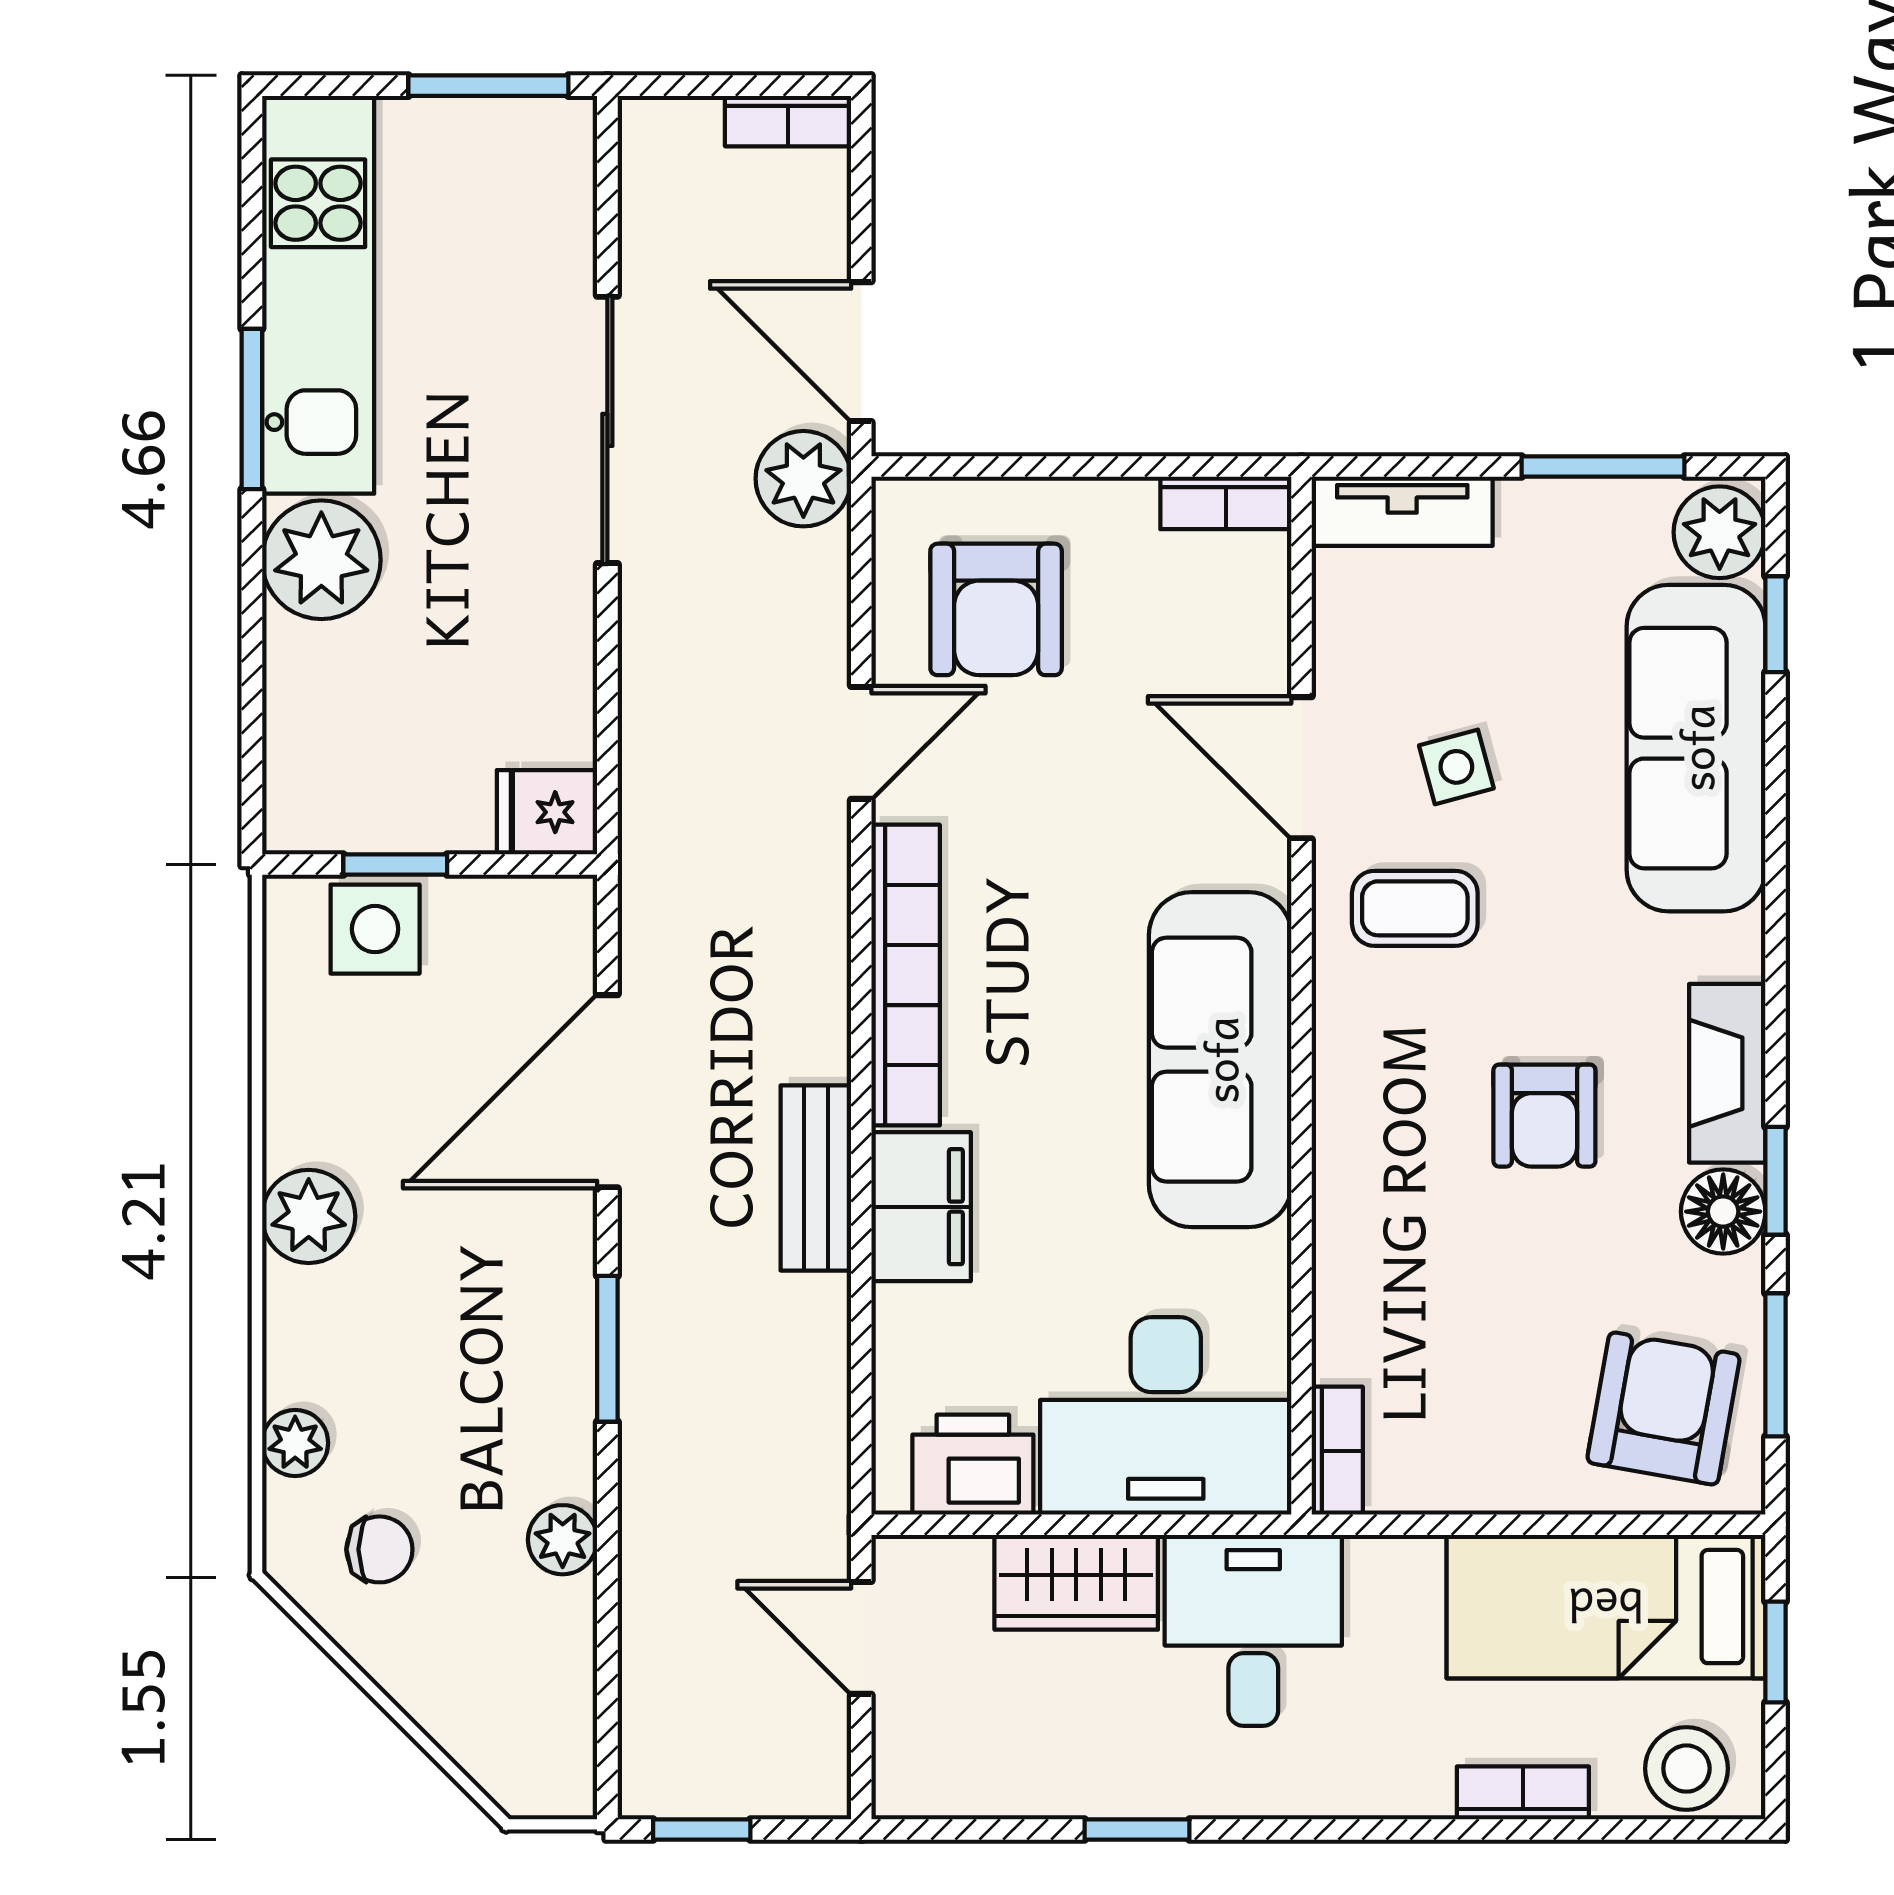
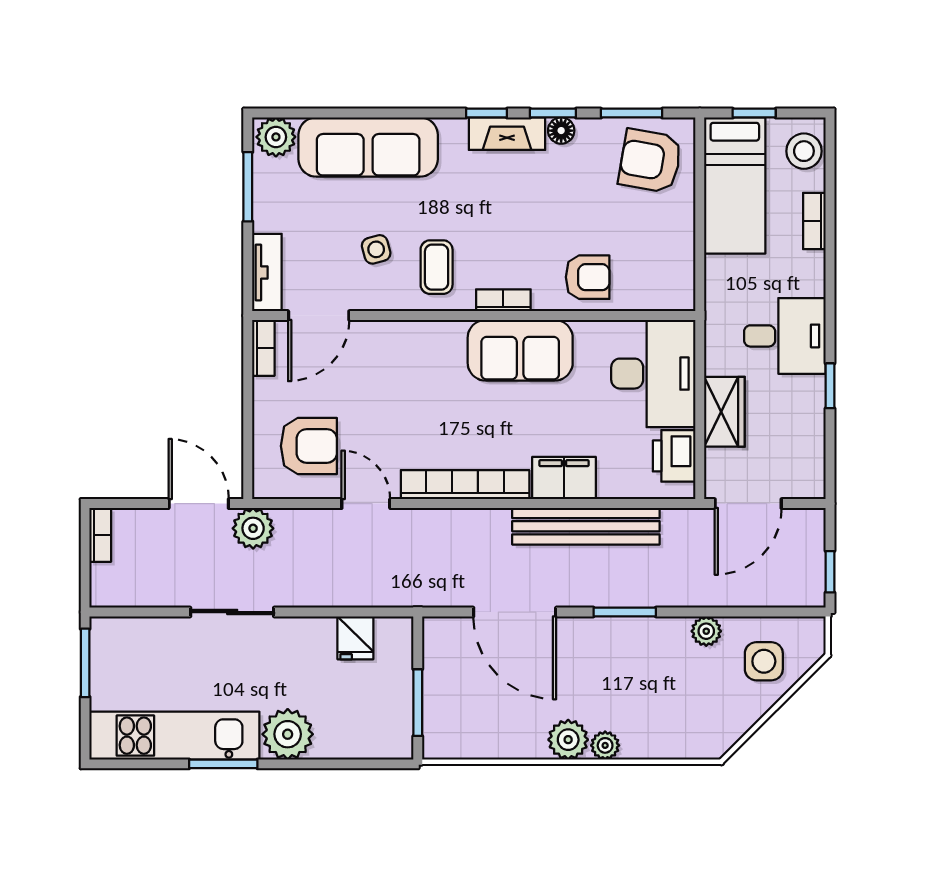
door: (861, 352) -> (199, 504), swing flipped
sliding door: (607, 430) -> (232, 612), width x0.73
window: (1776, 624) -> (487, 113), moved
door: (1302, 768) -> (319, 316), moved
fridge: (547, 812) -> (355, 638), moved
window: (395, 864) -> (418, 703), width x1.50
side table: (375, 929) -> (764, 661), moved
sofa: (1220, 1060) -> (520, 350), width x0.73
armchair: (1544, 1116) -> (588, 277), moved
bench: (816, 1178) -> (586, 526), width x1.86, depth x1.21
floor lamp: (1723, 1212) -> (561, 131), width x0.73, depth x0.73
plant: (295, 1443) -> (605, 745), moved
bookcase: (1337, 1451) -> (503, 300), moved
chair: (379, 1549) -> (710, 709), removed
desk: (1253, 1630) -> (785, 336), moved, turned 180
door: (861, 1638) -> (748, 504), width x1.38

